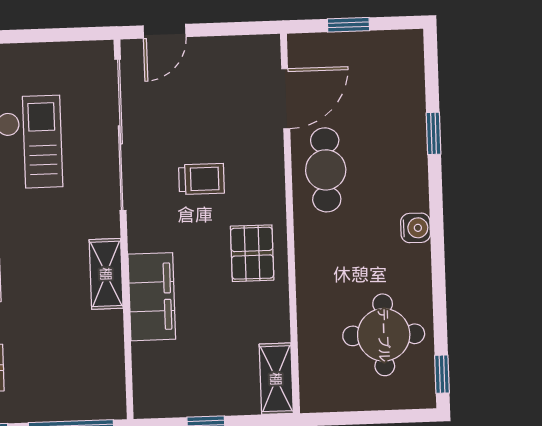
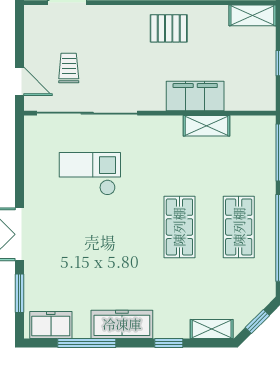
trolley: (201, 179) -> (69, 68), moved
shelving: (106, 274) -> (206, 126), moved

